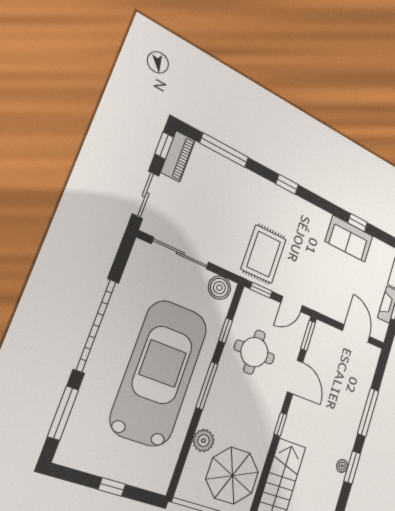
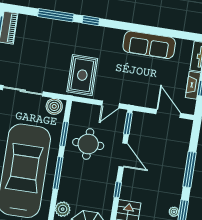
window: (224, 150) -> (56, 15), moved
window: (358, 223) -> (154, 31), removed
sofa: (349, 239) -> (149, 45), width x1.36
window: (261, 290) -> (85, 100), removed
window: (226, 331) -> (64, 134), width x1.50

